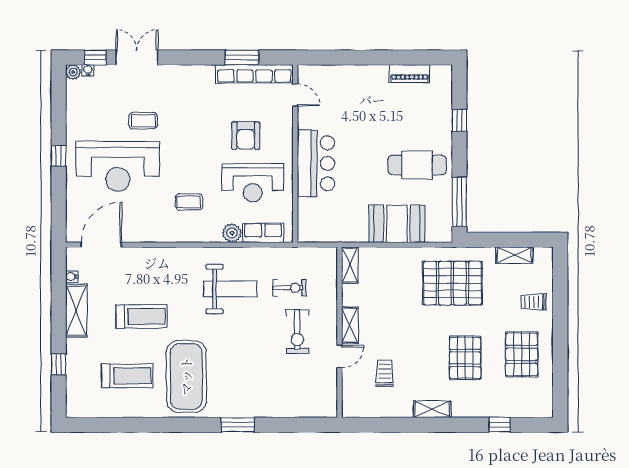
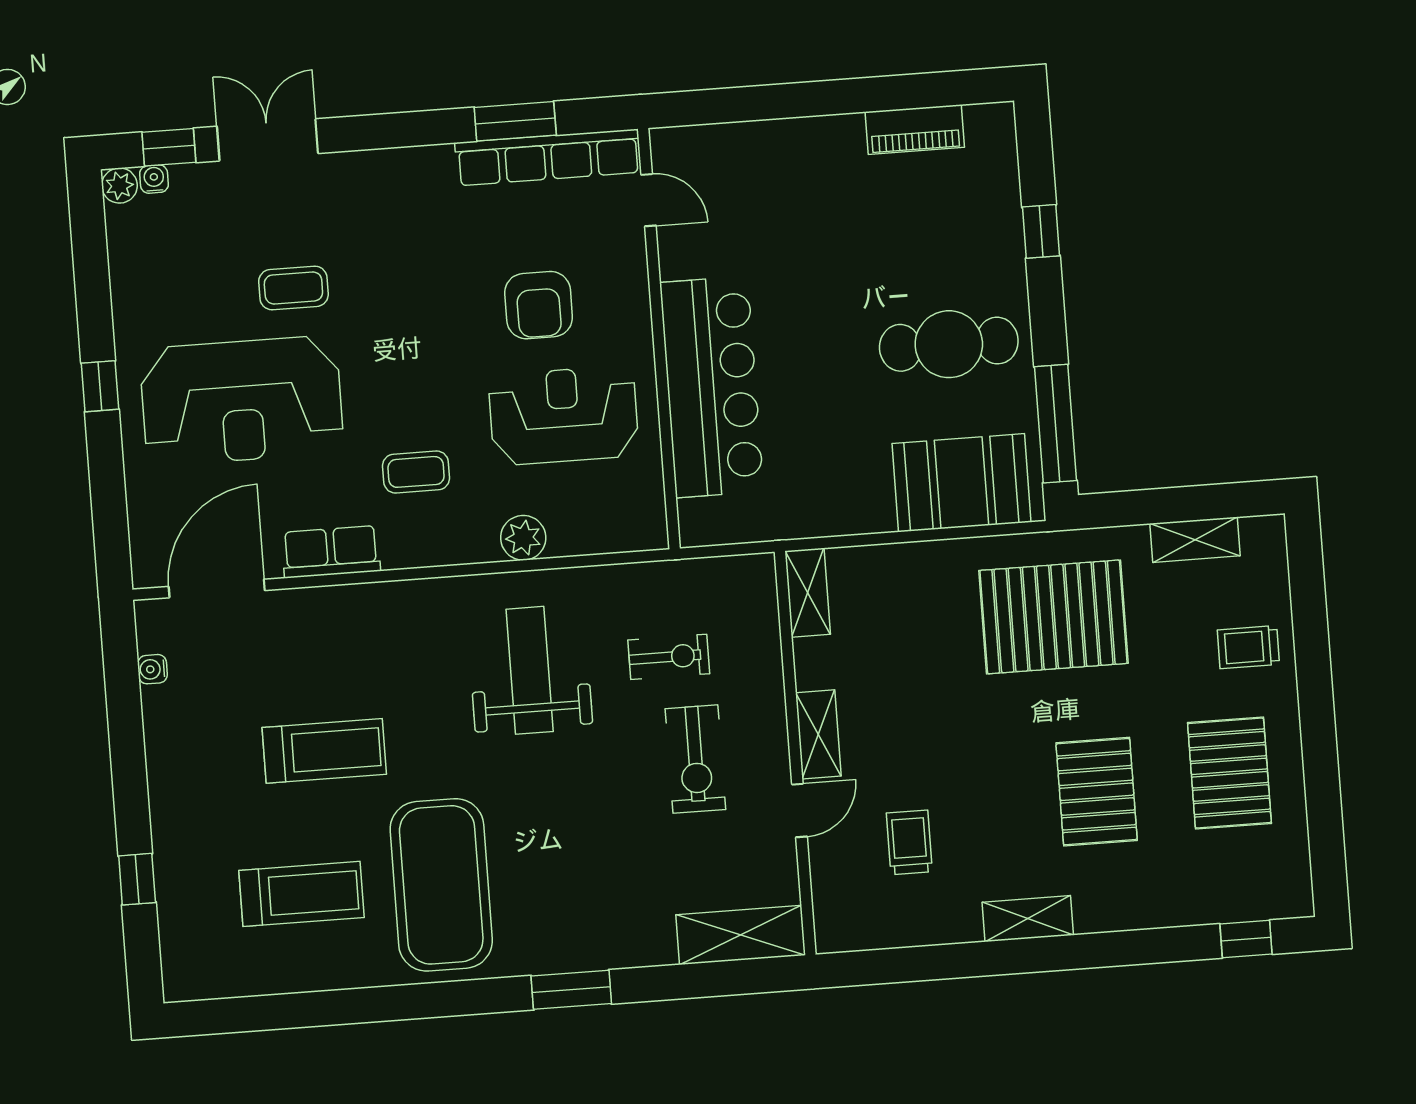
bar counter: (316, 163) -> (712, 387), width x1.36
reception desk: (253, 183) -> (564, 416), turned 180
booth: (397, 224) -> (962, 483), moved
row of seats: (263, 233) -> (331, 552), moved
weight bench: (230, 289) -> (530, 670), turned -90
shelving: (76, 311) -> (741, 935), moved, turned 90
window: (500, 425) -> (1246, 939), moved

